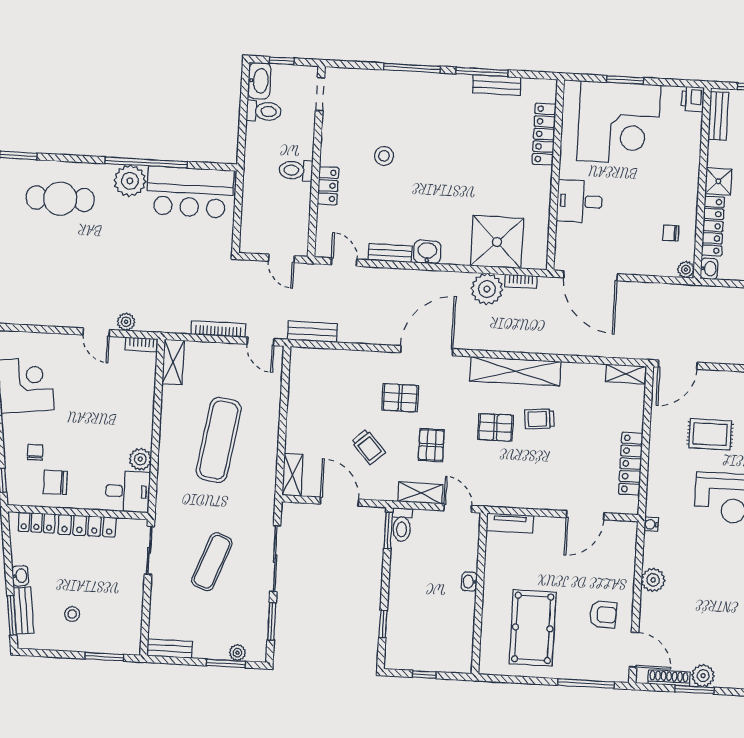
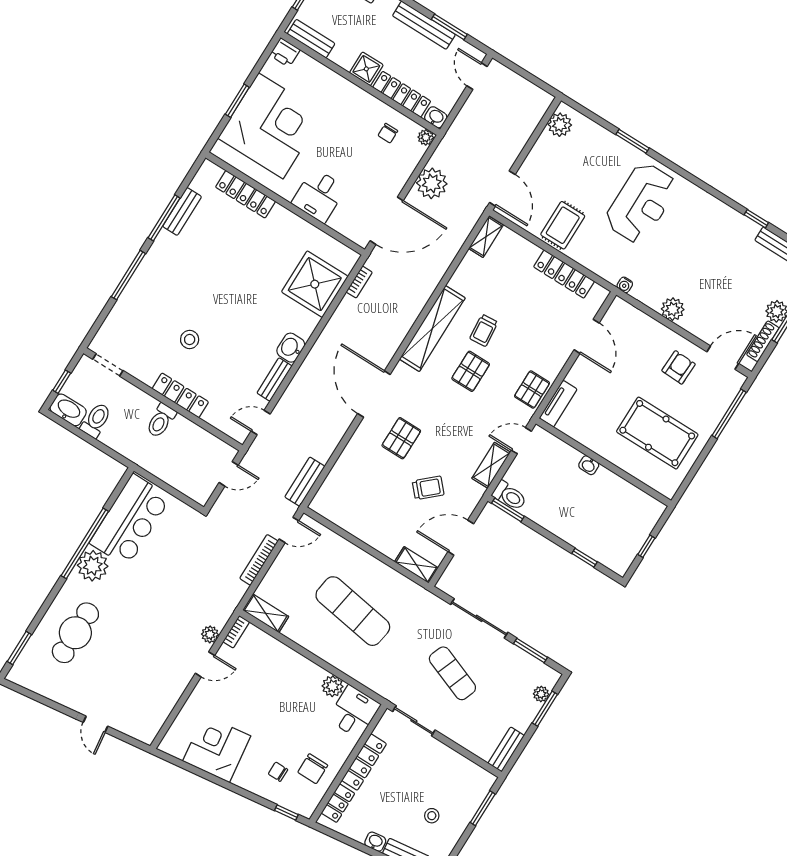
locker: (328, 186) -> (180, 395), width x1.53
plant: (487, 289) -> (432, 183), moved
rug: (710, 434) -> (563, 225), moved
pallet: (431, 445) -> (532, 390), moved, turned 90

